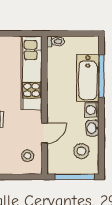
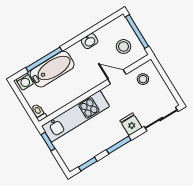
window: (24, 34) -> (48, 142), added
washing machine: (92, 110) -> (25, 81), moved
stool: (81, 151) -> (124, 47), moved

